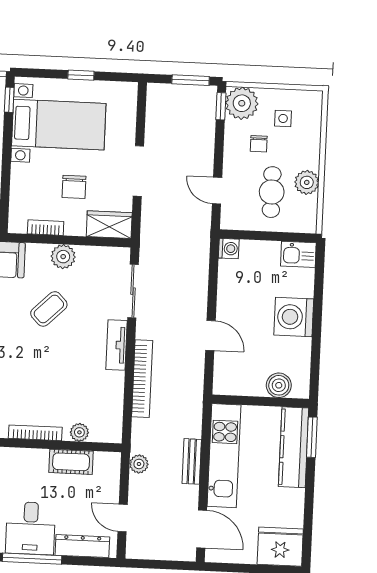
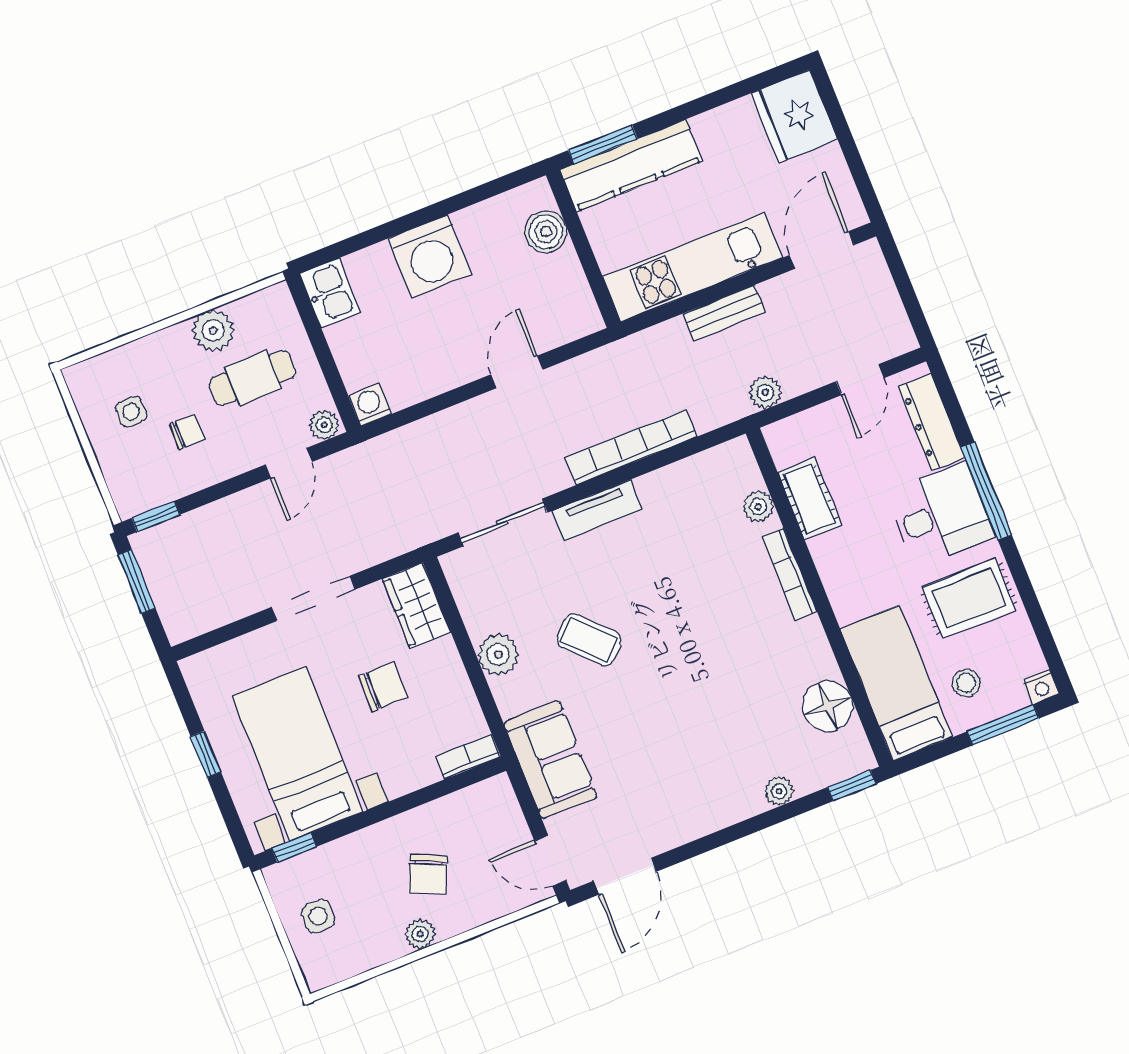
plant: (242, 103) -> (324, 425), moved, width x0.53, depth x0.53
bookcase: (46, 228) -> (468, 757), moved, turned 90

